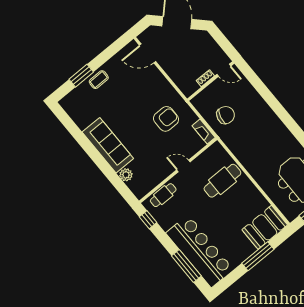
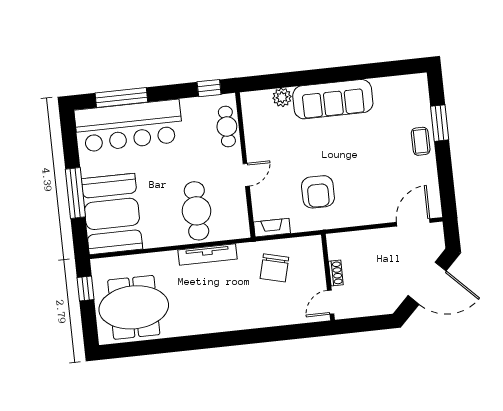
tv unit: (243, 158) -> (208, 255), added
booth: (265, 227) -> (112, 214), width x1.36, depth x1.42

